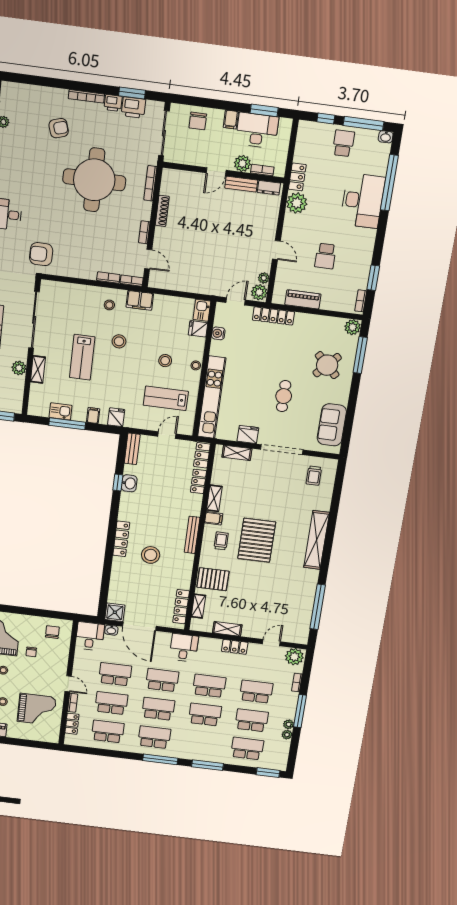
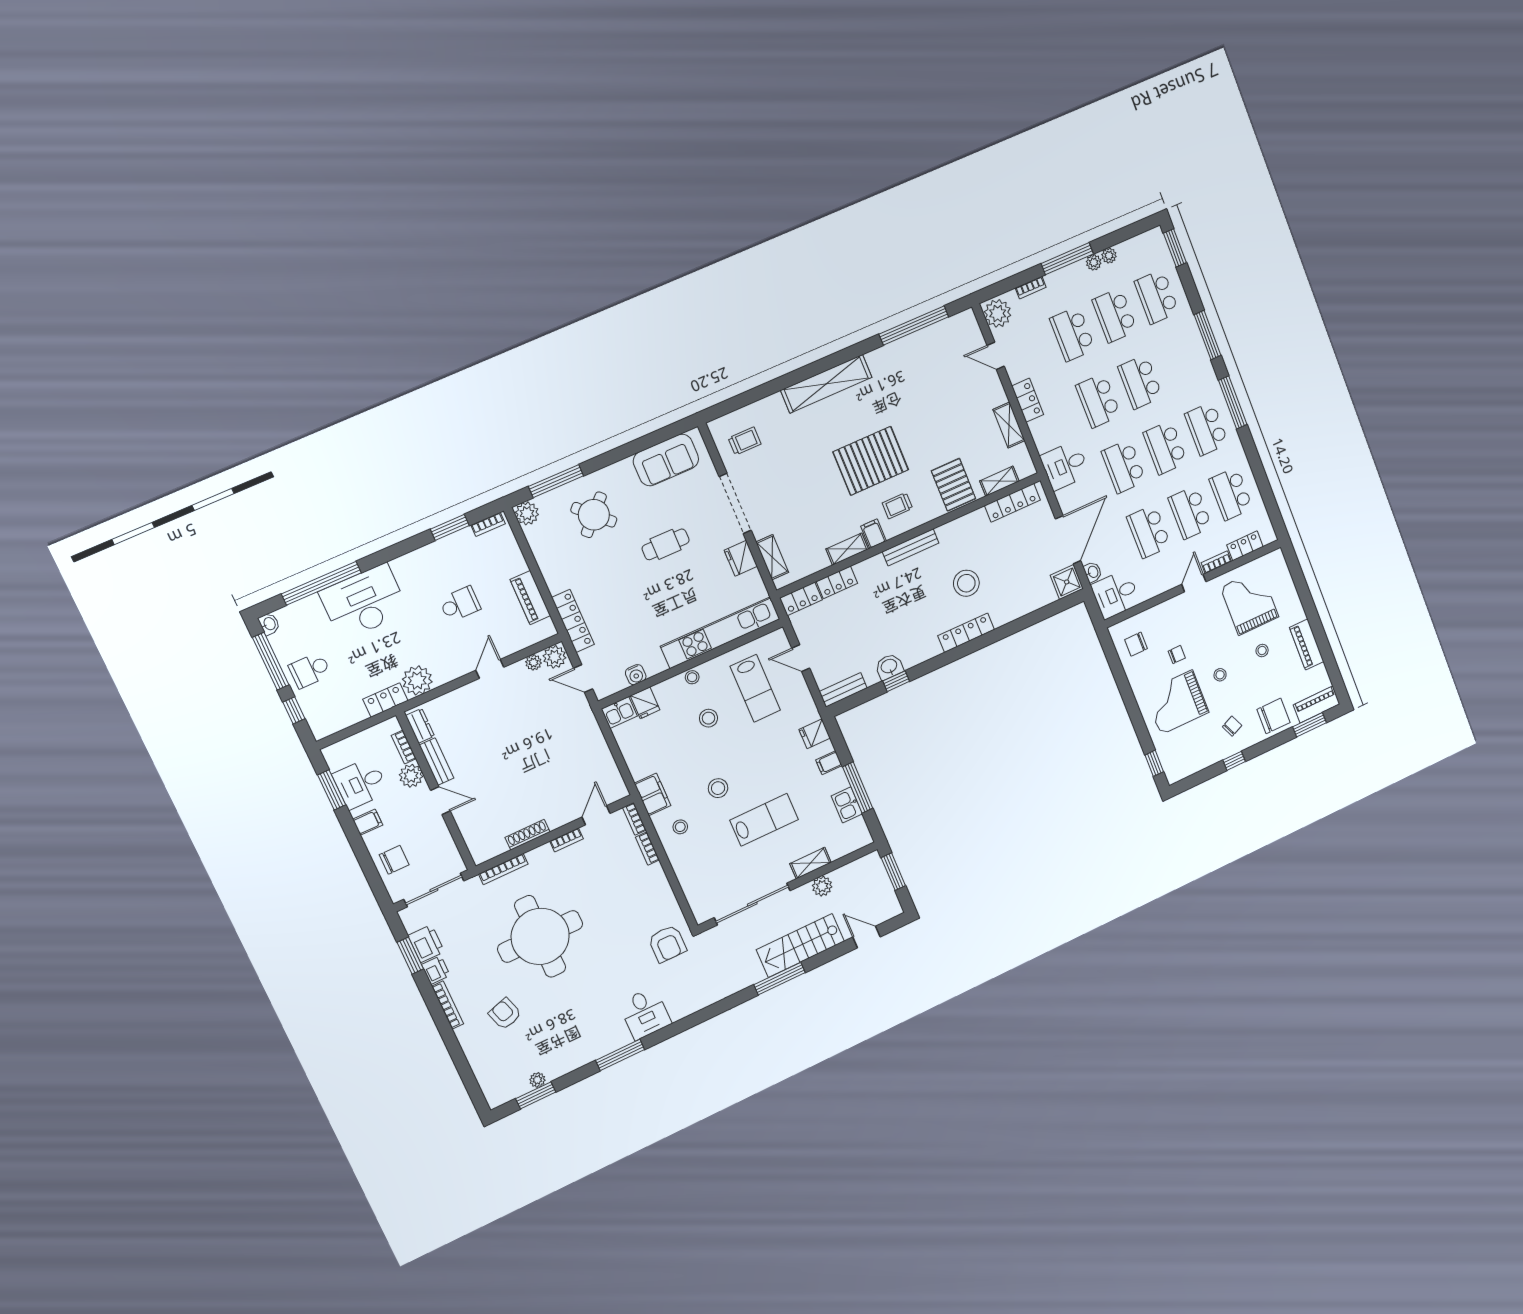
desk: (257, 130) -> (361, 783), width x0.73

